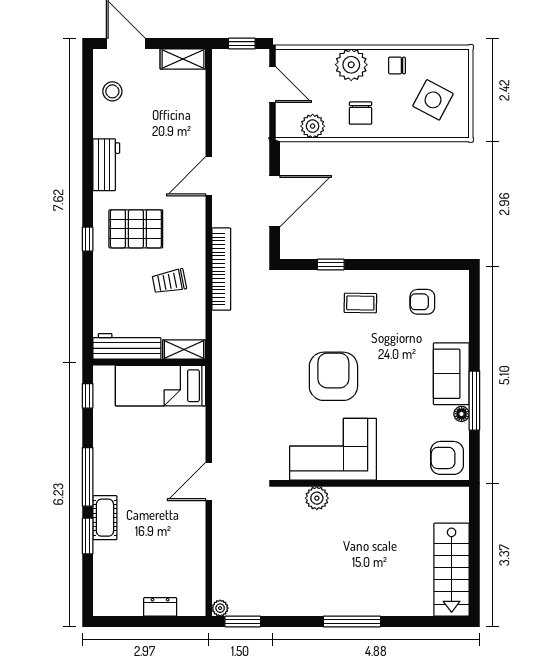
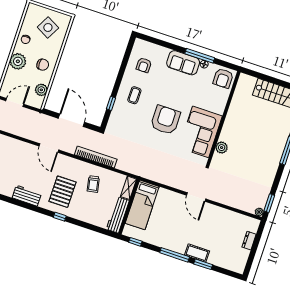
armchair: (333, 376) -> (165, 120), turned 90

